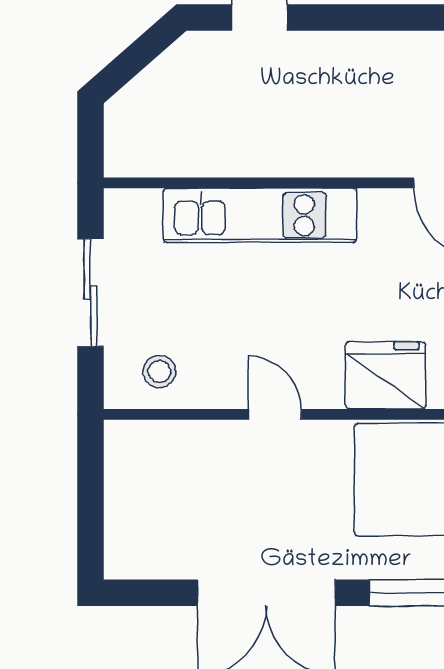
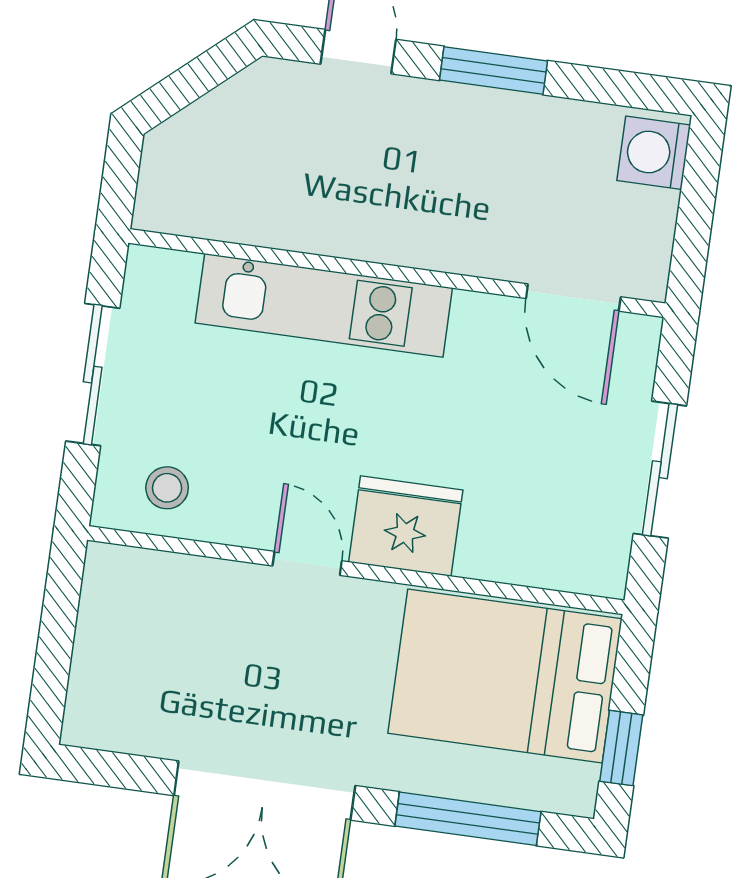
window: (365, 18) -> (494, 70), added
fridge: (386, 375) -> (406, 526), moved

